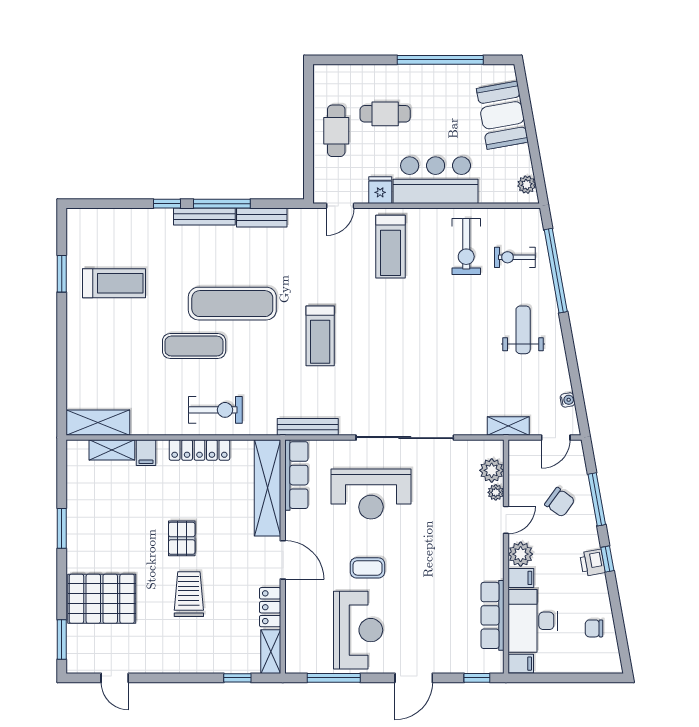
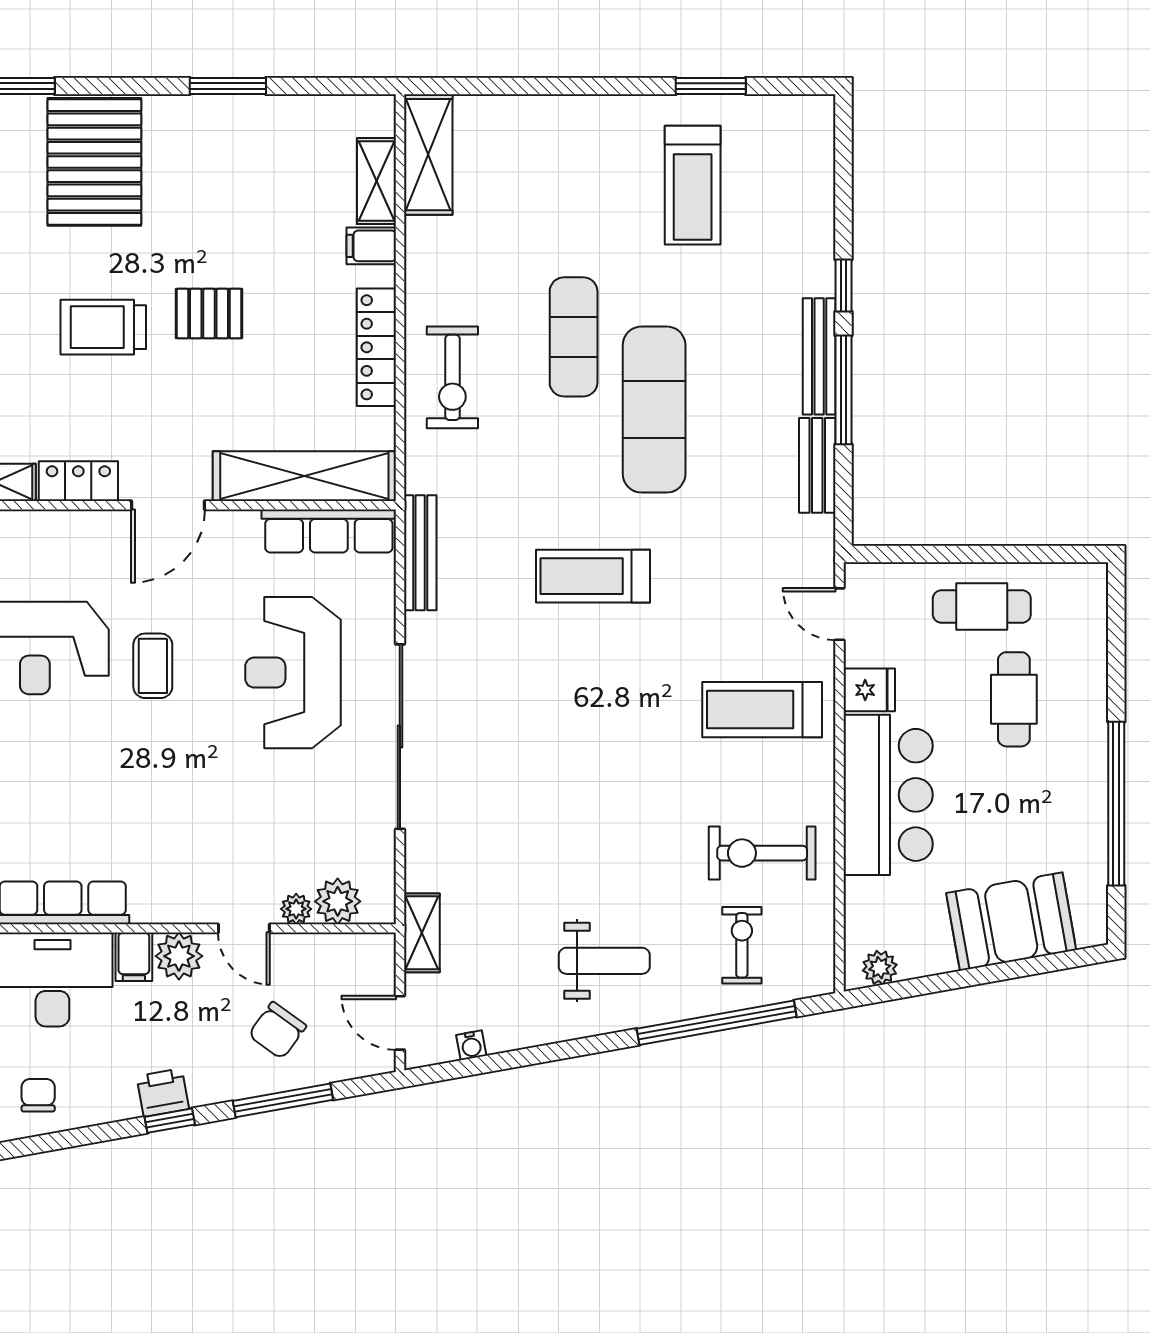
trolley: (189, 594) -> (103, 327), turned 180

